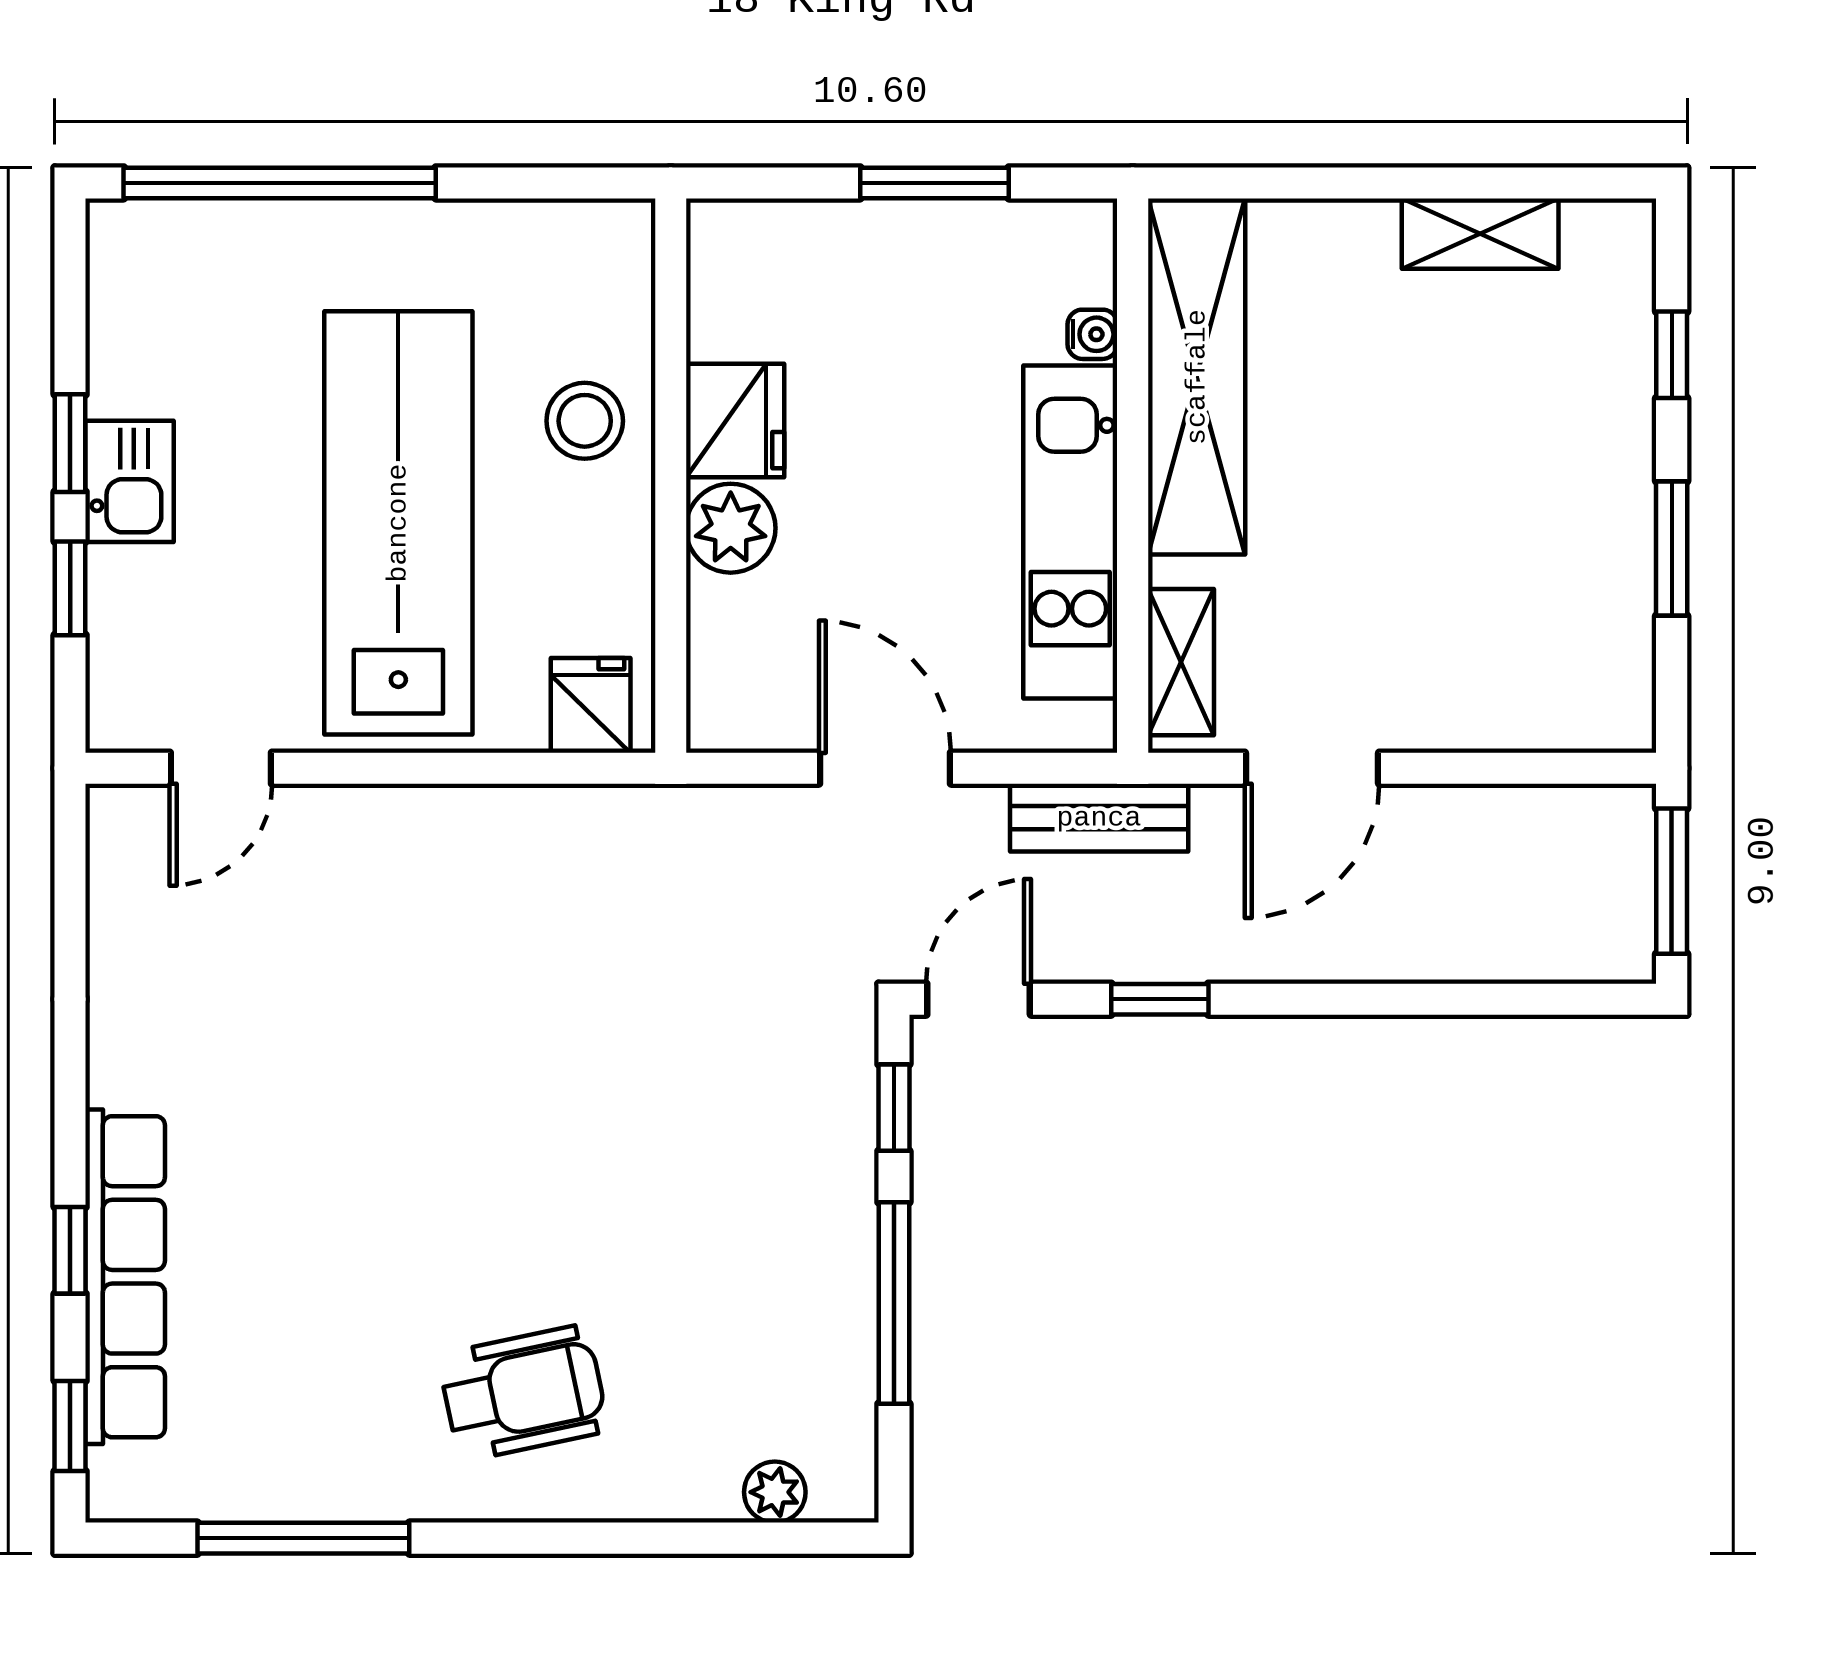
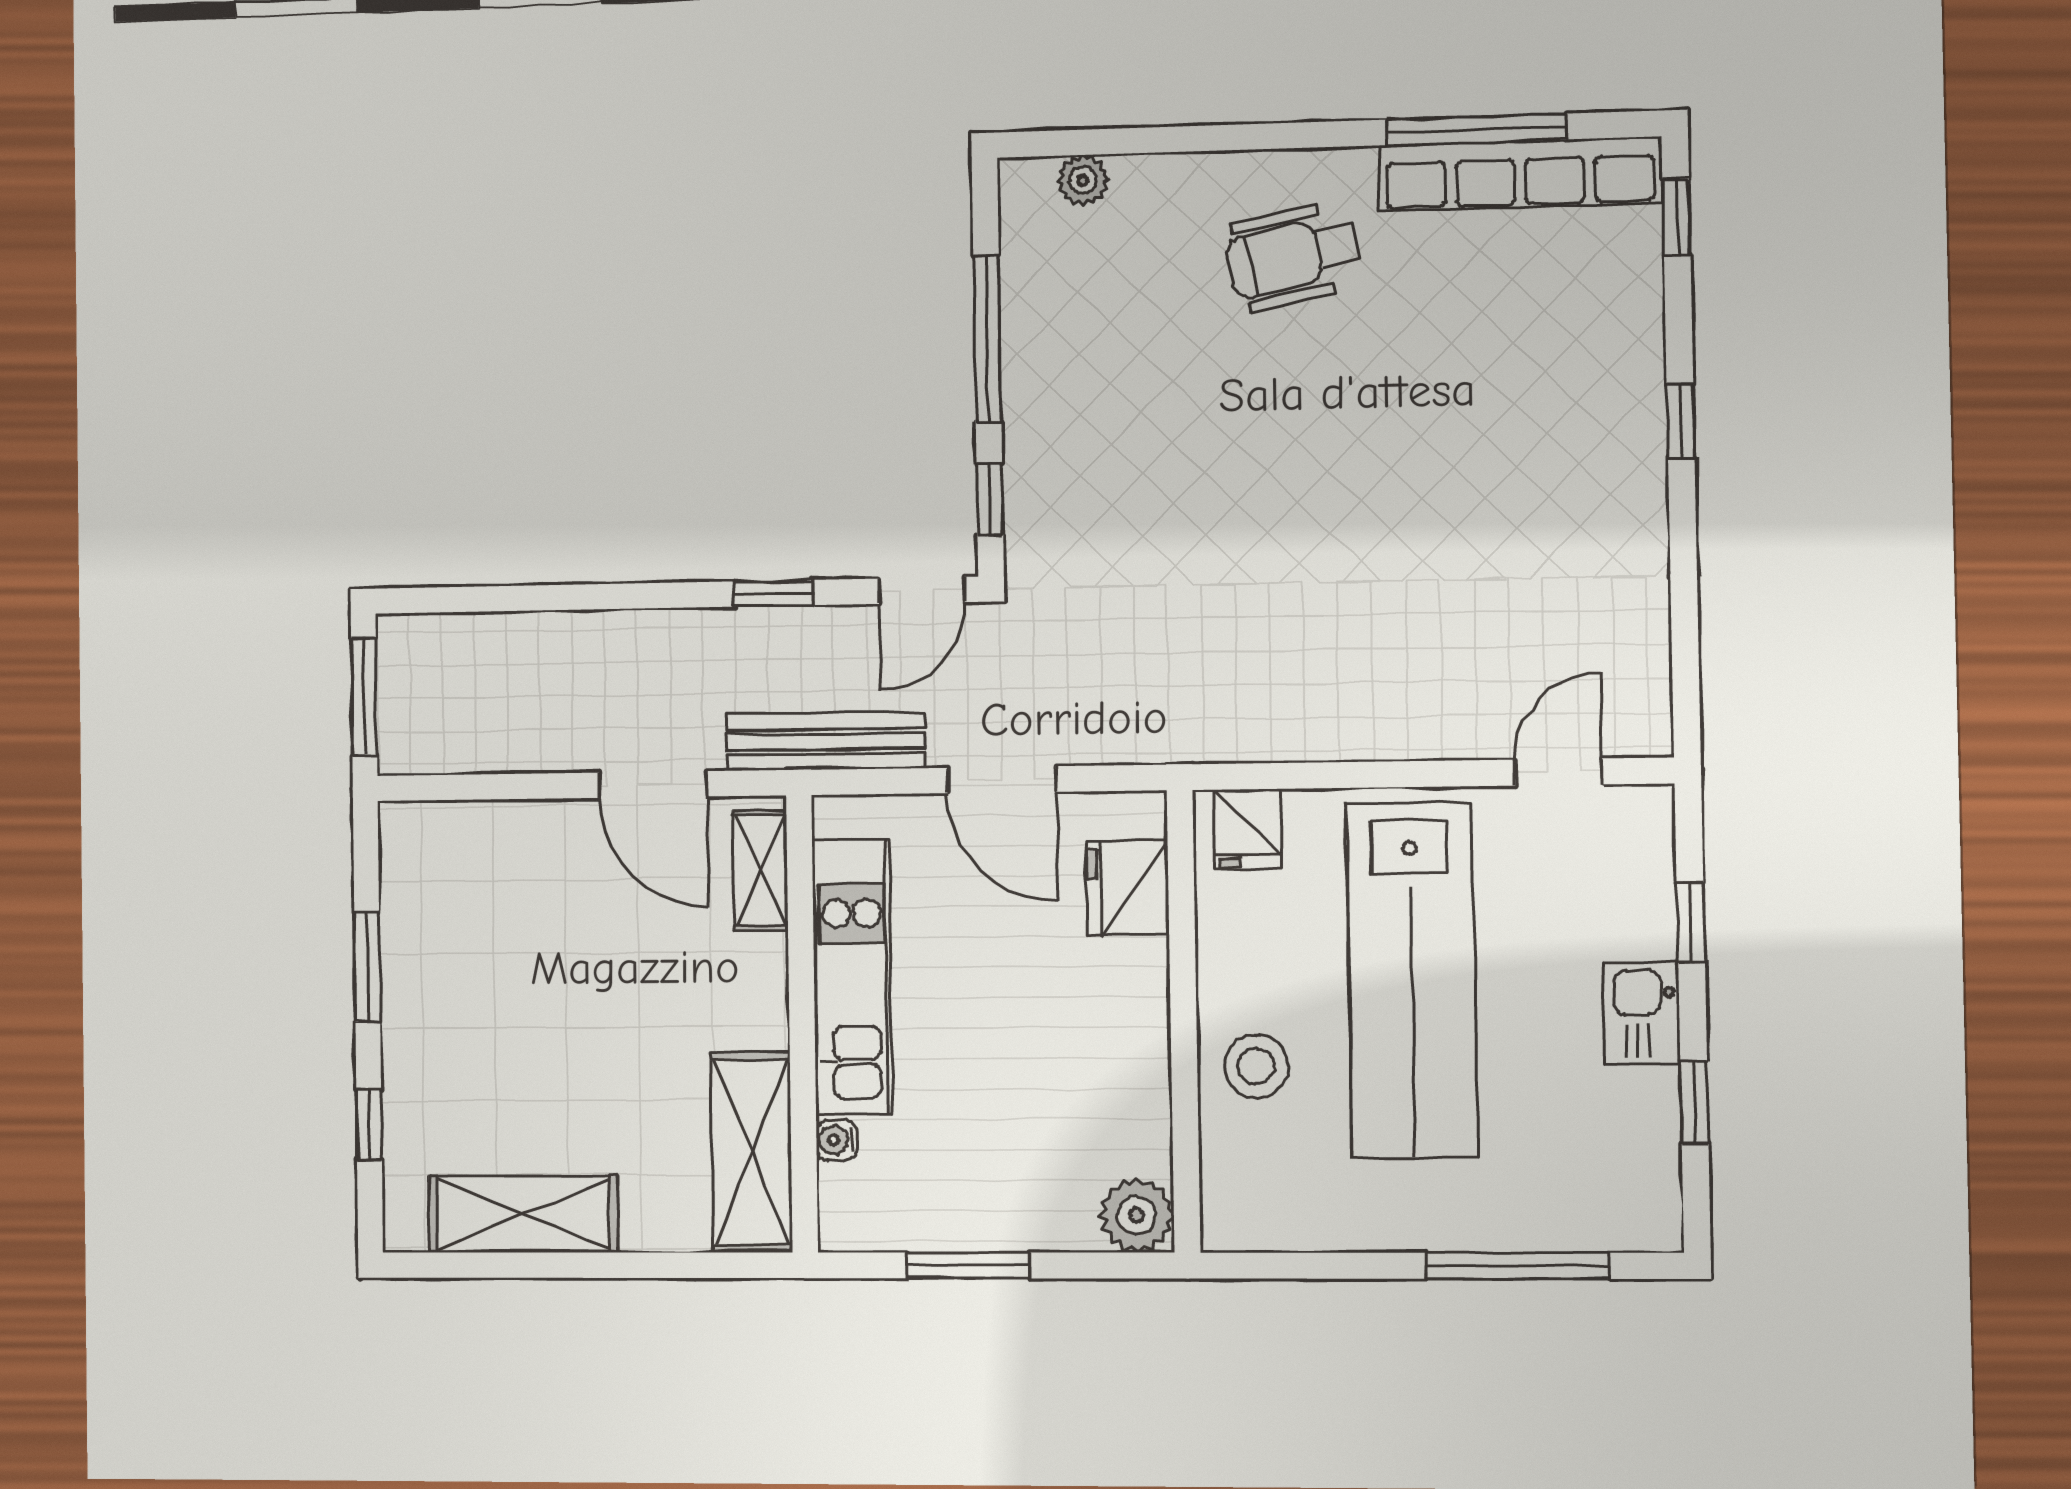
window: (280, 183) -> (1518, 1266), width x0.68
shelving: (1480, 234) -> (523, 1214), width x1.50, depth x1.33
shelving: (1197, 377) -> (752, 1152), width x0.68
fridge: (735, 420) -> (1128, 888), moved
window: (70, 443) -> (1694, 1102), moved
plant: (731, 528) -> (1137, 1215), moved
door: (1312, 768) -> (653, 785), swing flipped
bench: (1099, 818) -> (825, 742), width x1.36
window: (70, 1250) -> (1681, 421), moved
row of seats: (125, 1277) -> (1520, 174), moved, turned -90

